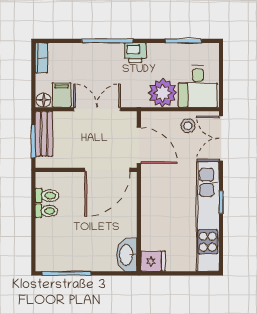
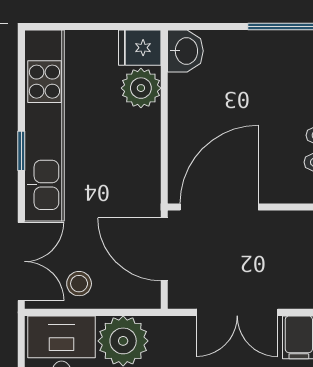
plant: (152, 238) -> (141, 88), added
washbasin: (127, 255) -> (185, 51), width x0.72

